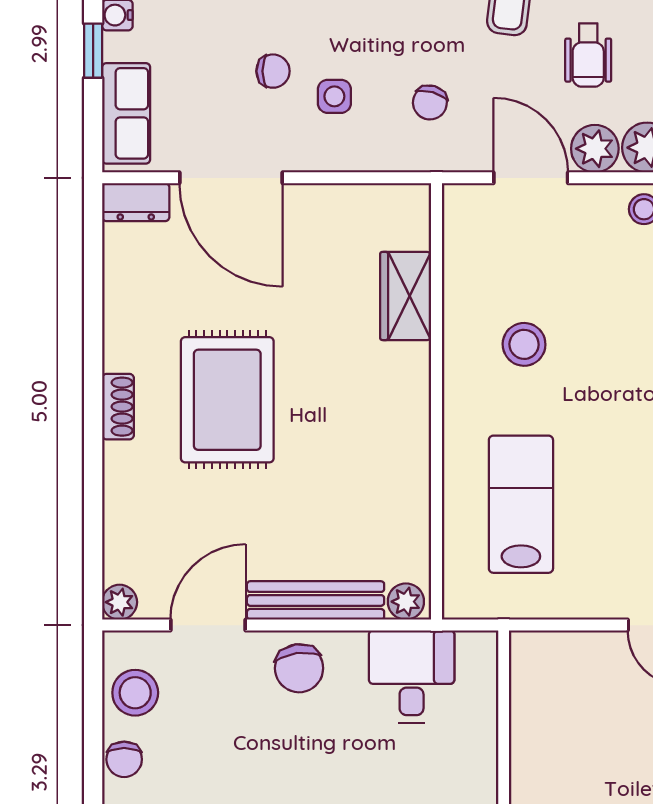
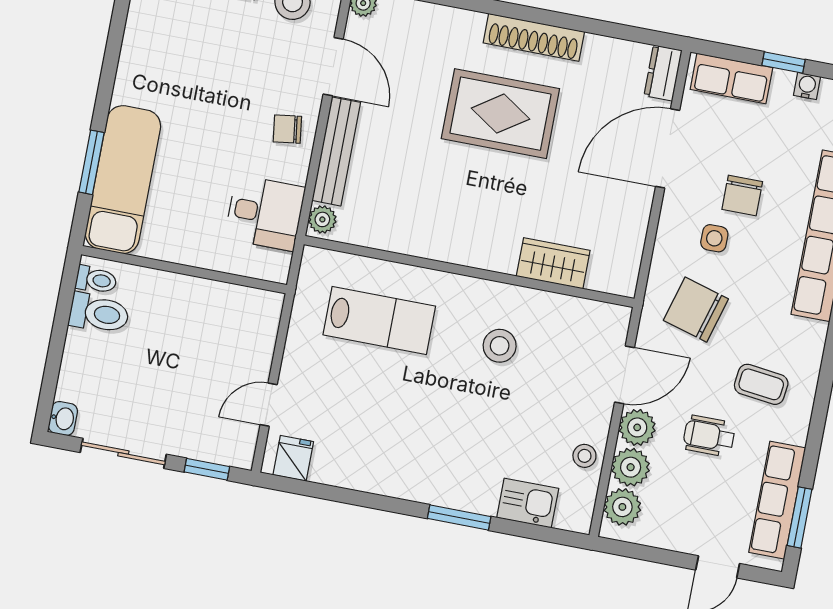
chair: (273, 71) -> (742, 196), width x1.37, depth x1.37
chair: (430, 103) -> (696, 310), width x1.87, depth x1.87
shoe rack: (118, 407) -> (534, 37), width x1.94, depth x1.24
chair: (299, 668) -> (287, 129), width x0.73, depth x0.73

